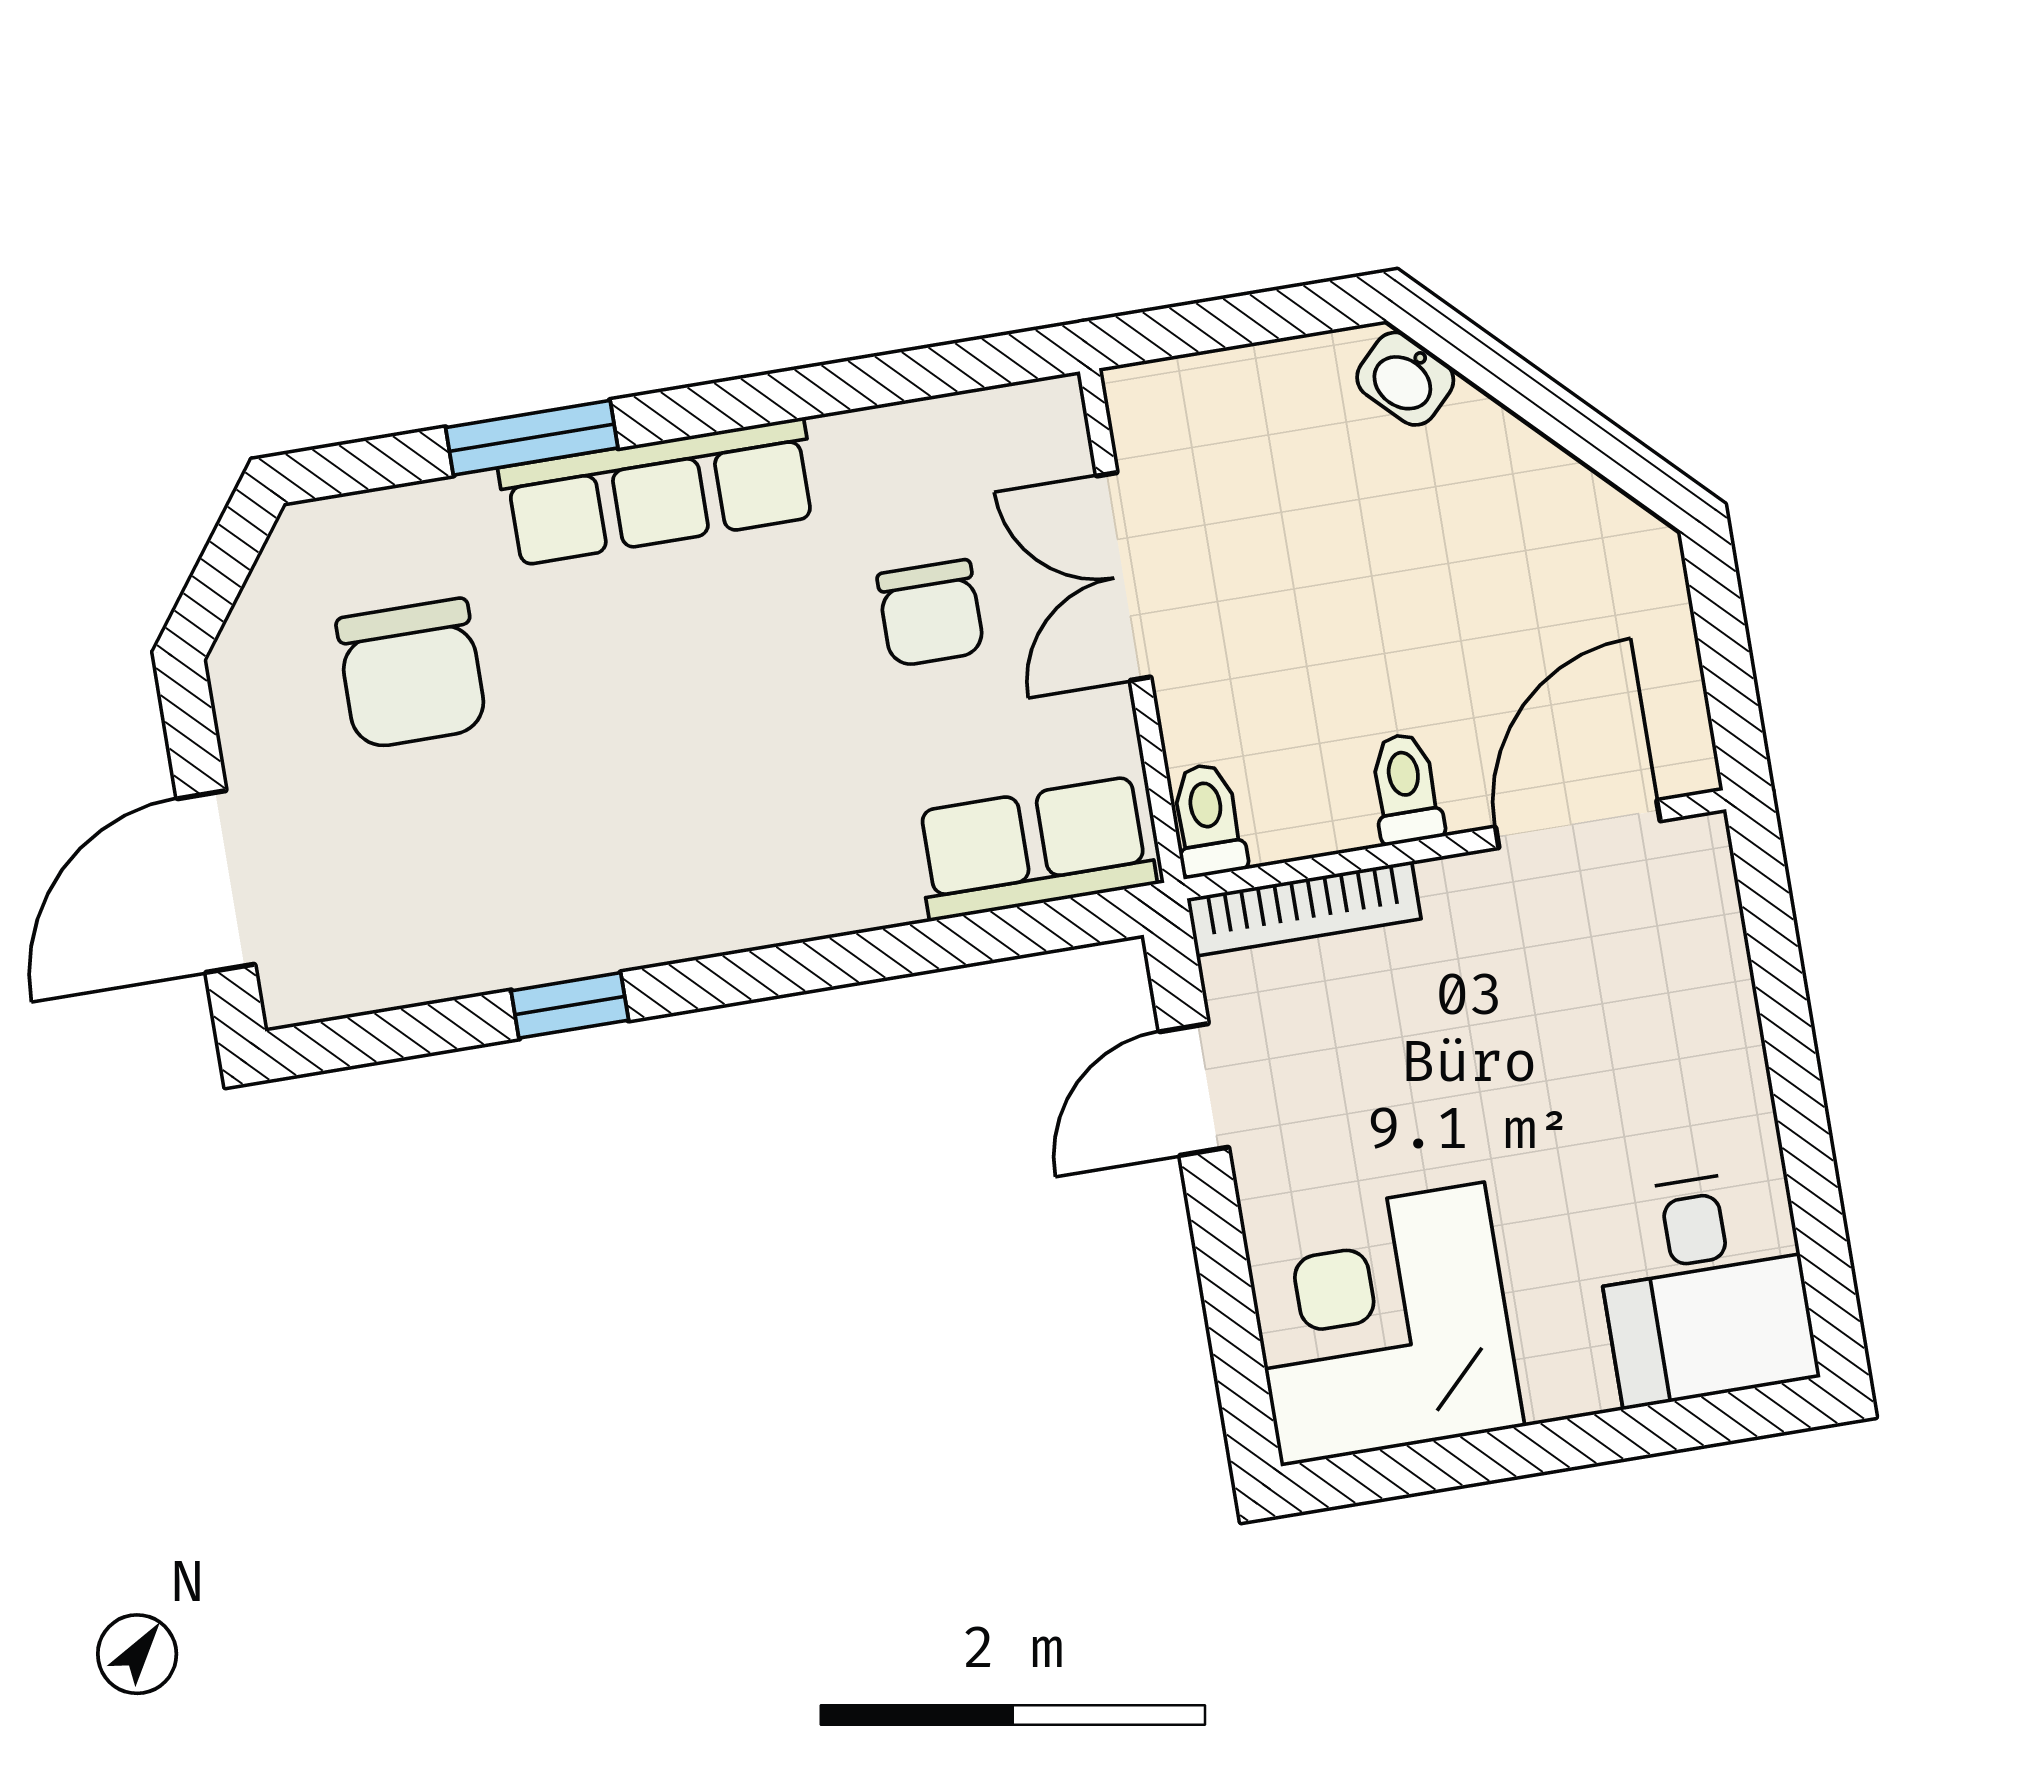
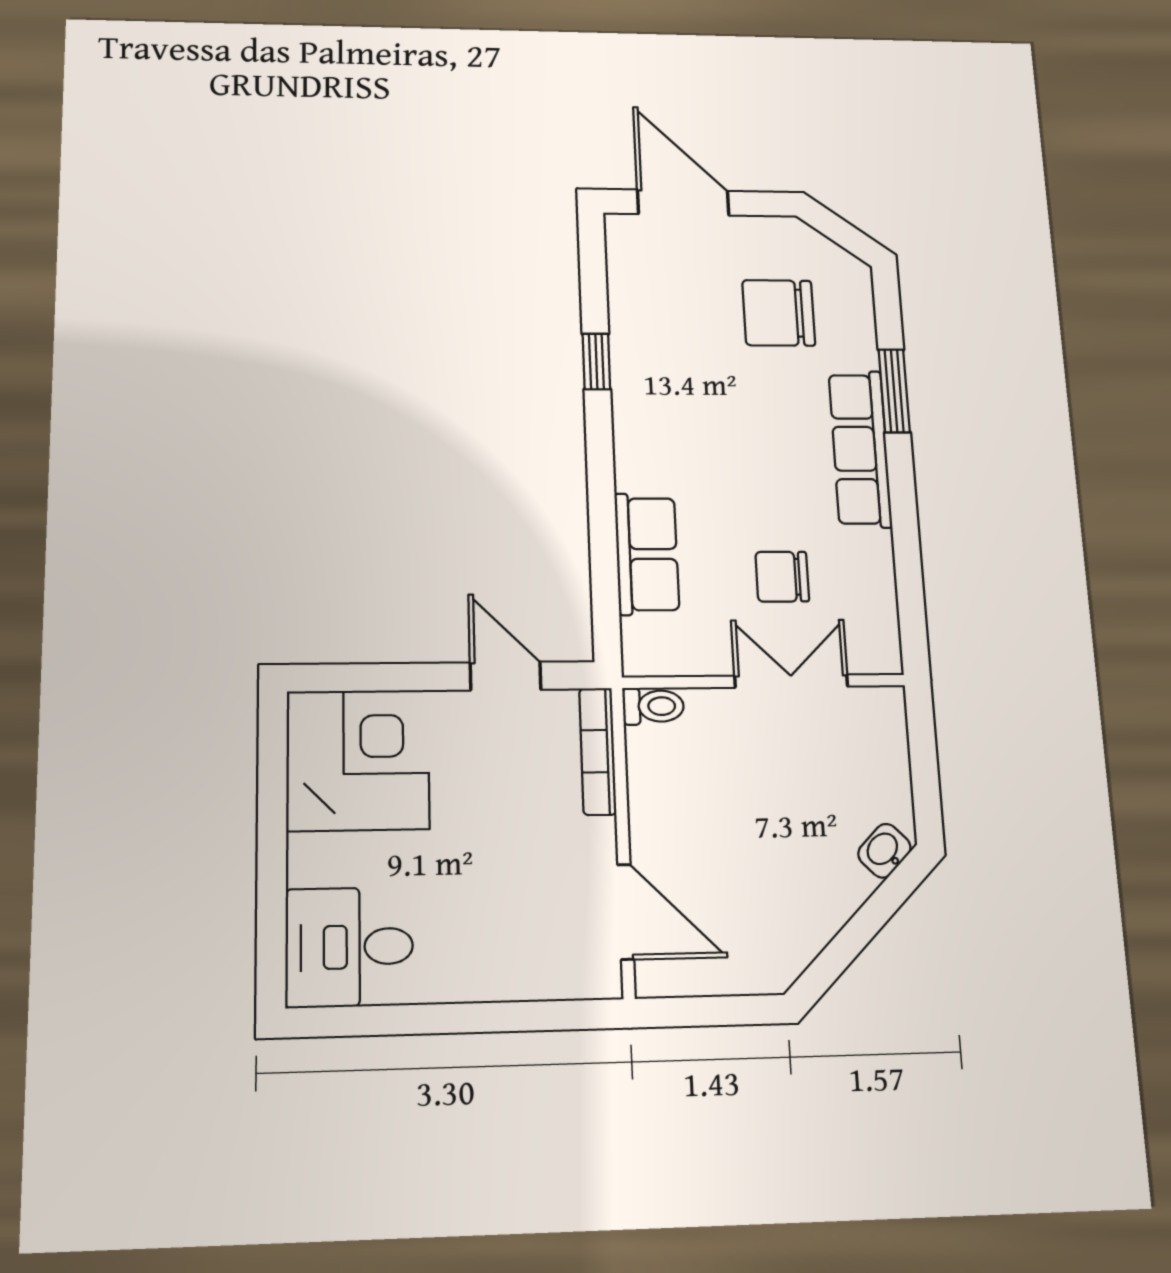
toilet: (1406, 789) -> (657, 817), removed
row of seats: (1035, 848) -> (647, 554), moved

